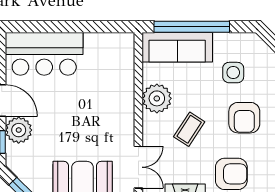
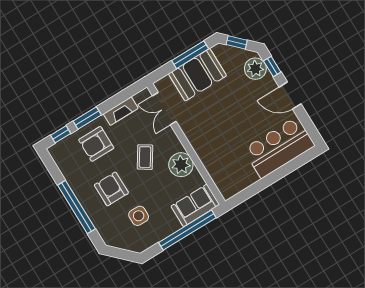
sofa: (177, 47) -> (195, 205), width x0.73
plant: (19, 130) -> (255, 69), moved

